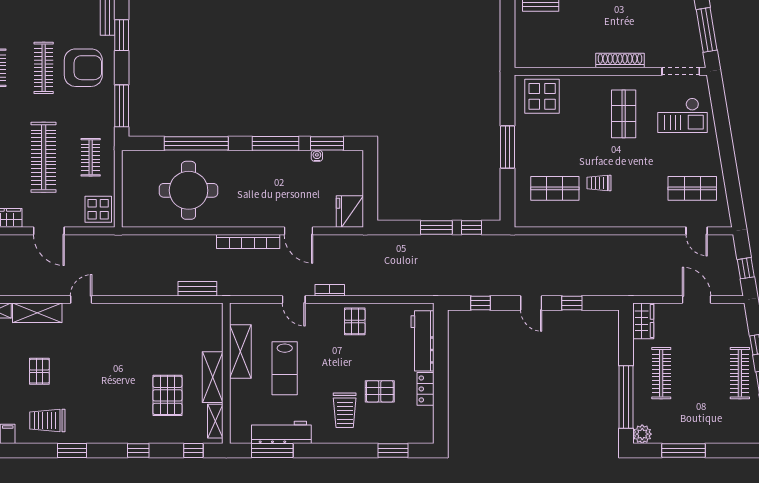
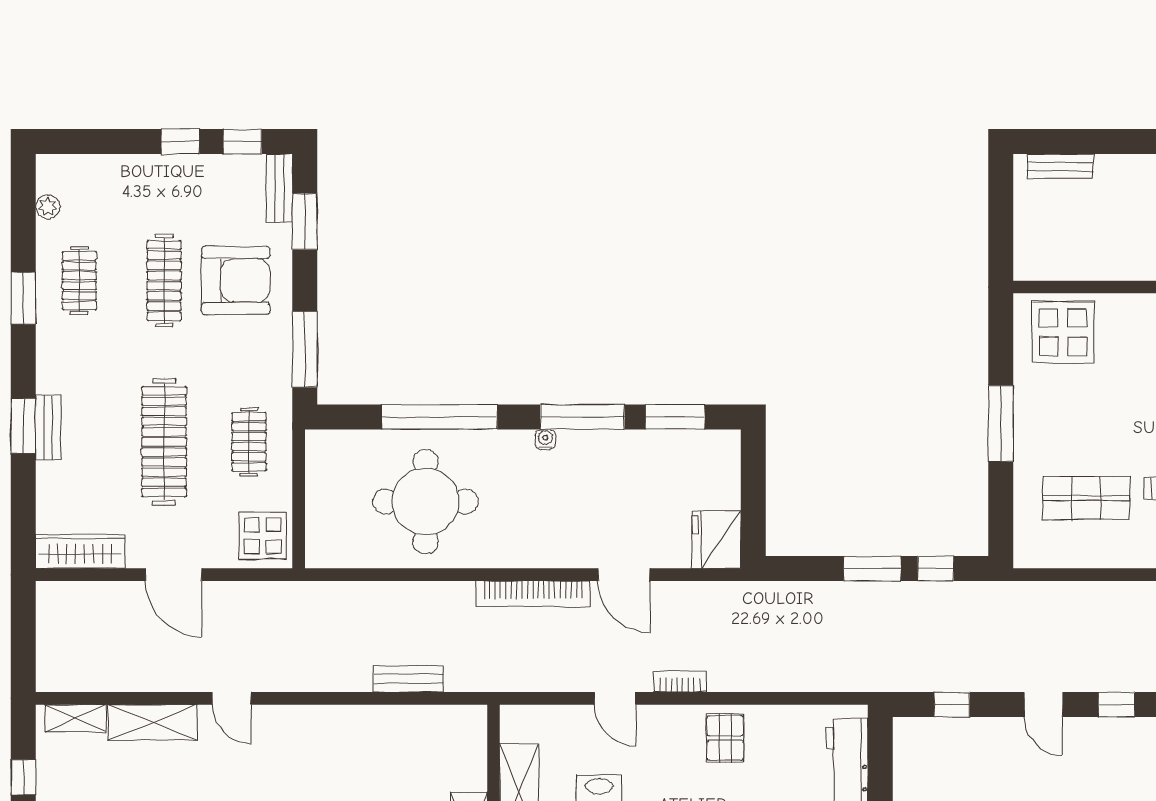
water cooler: (317, 156) -> (545, 439), moved
bench: (197, 289) -> (408, 679), moved
door: (81, 299) -> (232, 698), swing flipped

